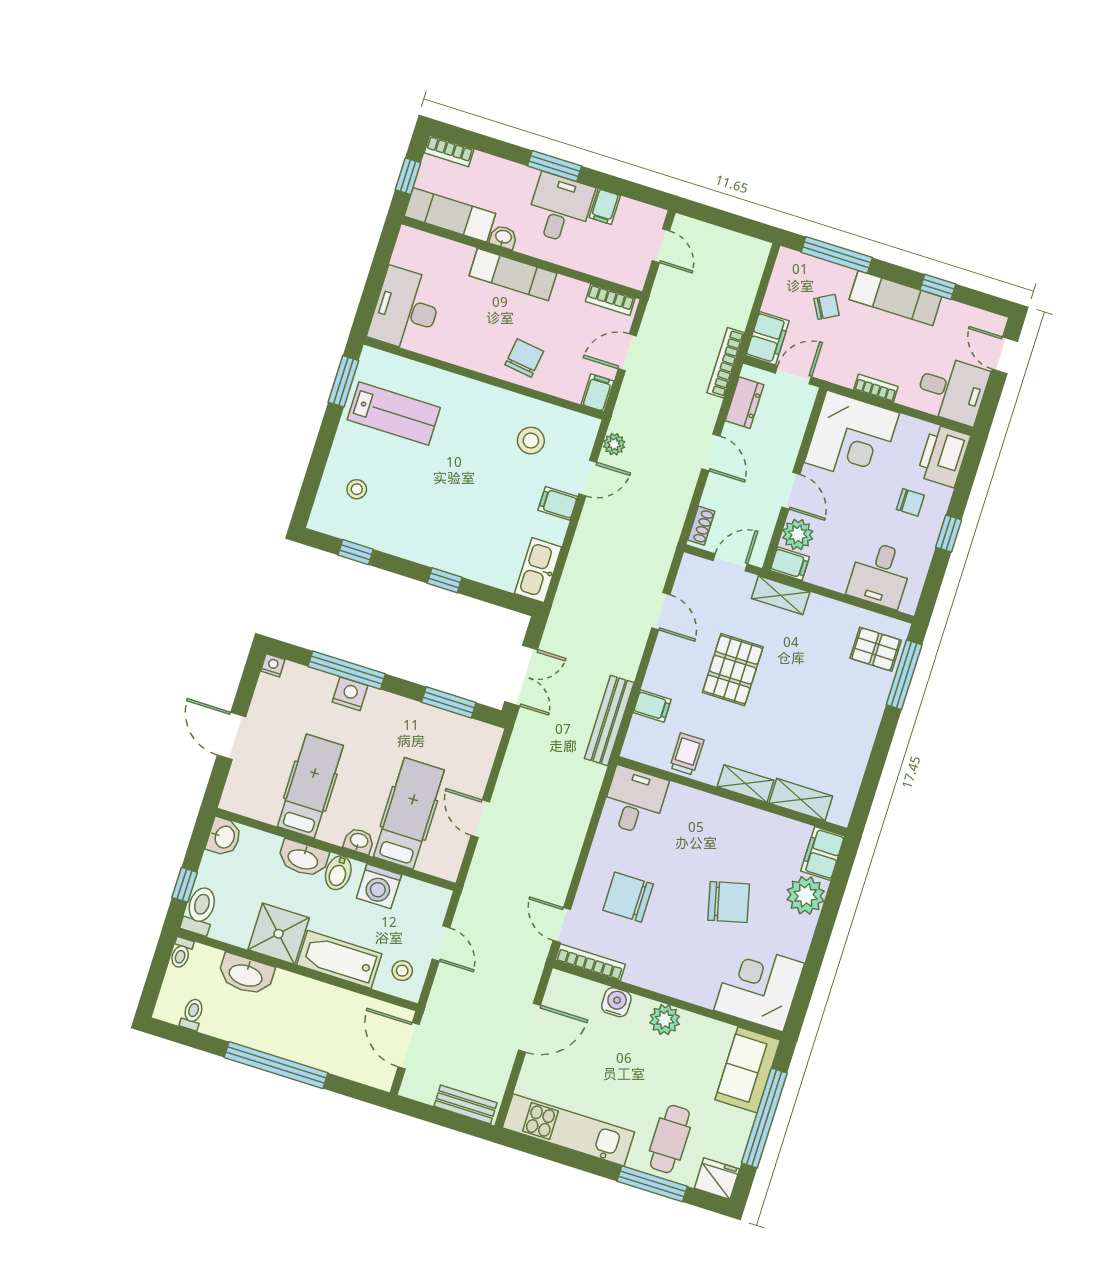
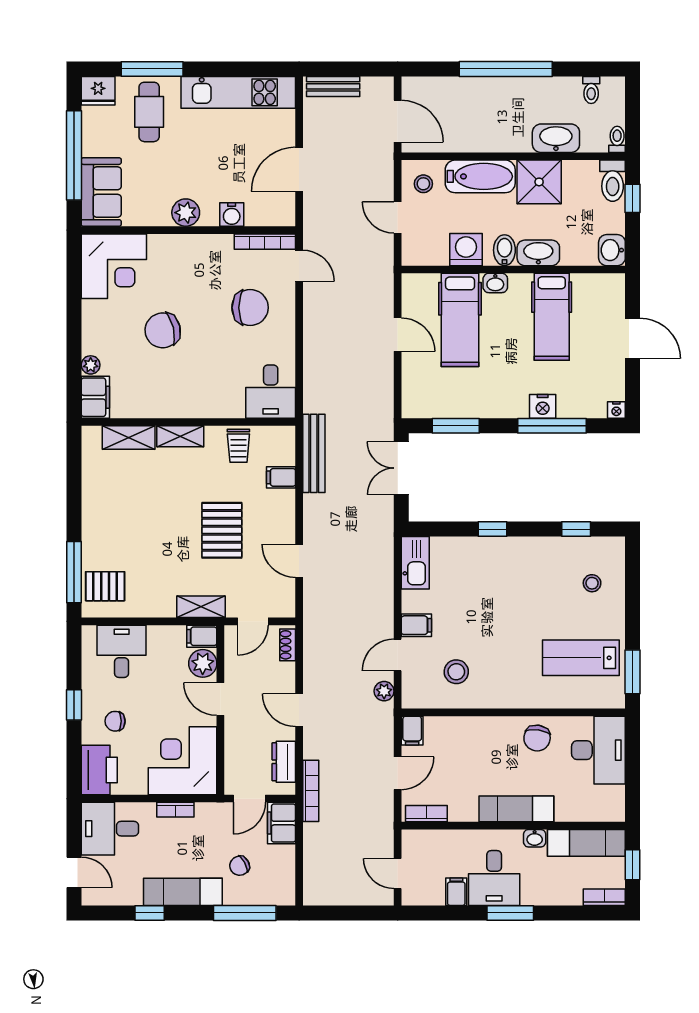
chair: (524, 358) -> (537, 738), moved
plant: (806, 895) -> (91, 365), width x0.53, depth x0.53

